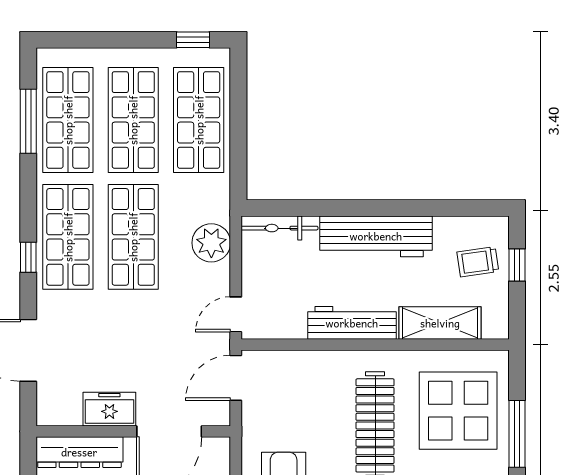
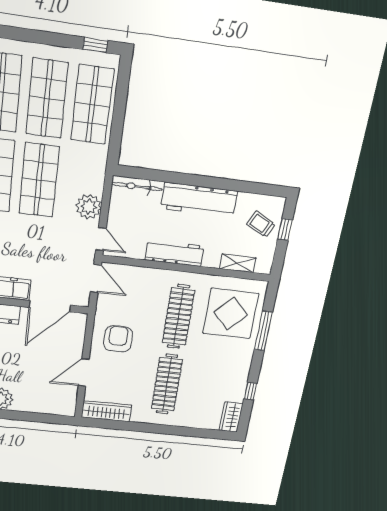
plant: (211, 243) -> (89, 207), moved
trolley: (478, 262) -> (261, 224), turned 35
door: (236, 314) -> (101, 239), swing flipped
shelving: (440, 323) -> (238, 263), width x0.67, depth x0.75
door: (236, 378) -> (96, 278), swing flipped

